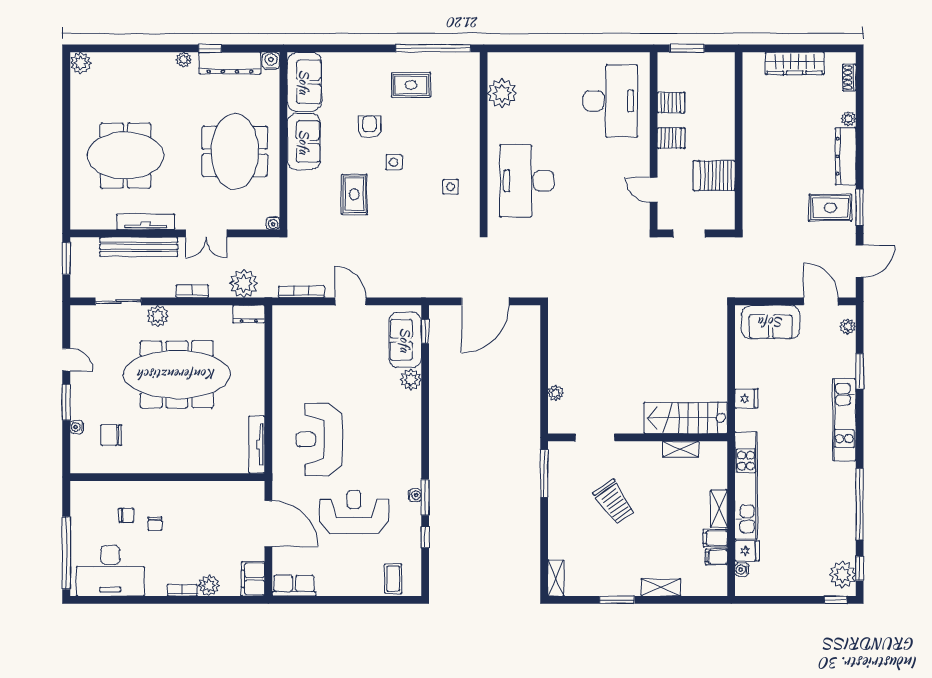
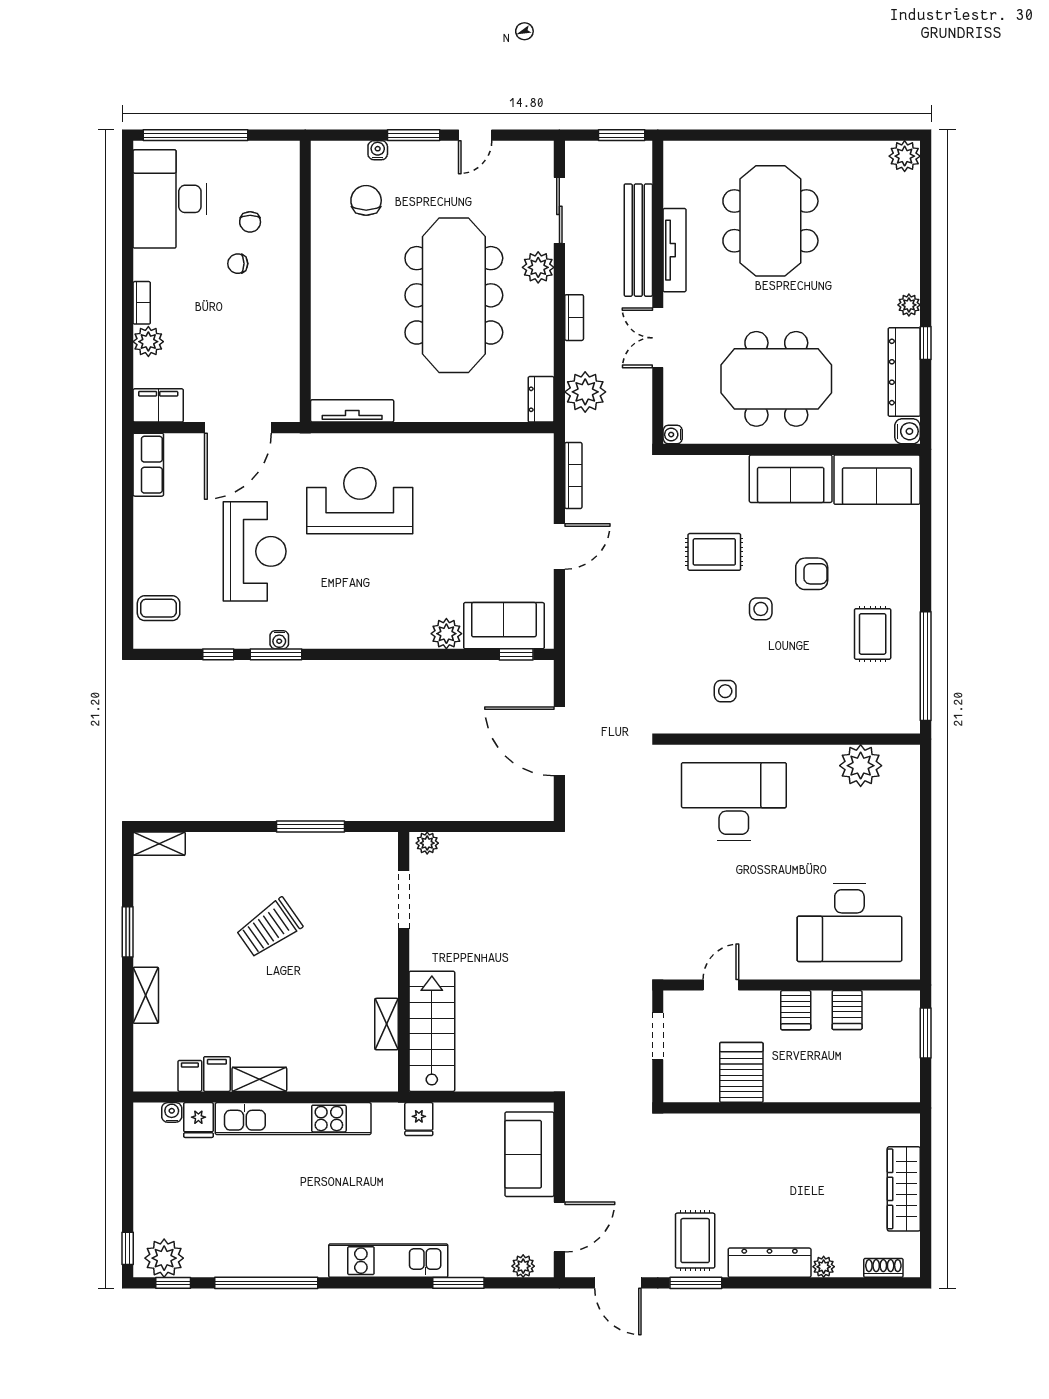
stairs: (686, 418) -> (432, 1031), moved
doorway: (595, 437) -> (404, 900), moved
wall: (638, 437) -> (404, 962), moved
shelving: (681, 449) -> (387, 1024), moved

